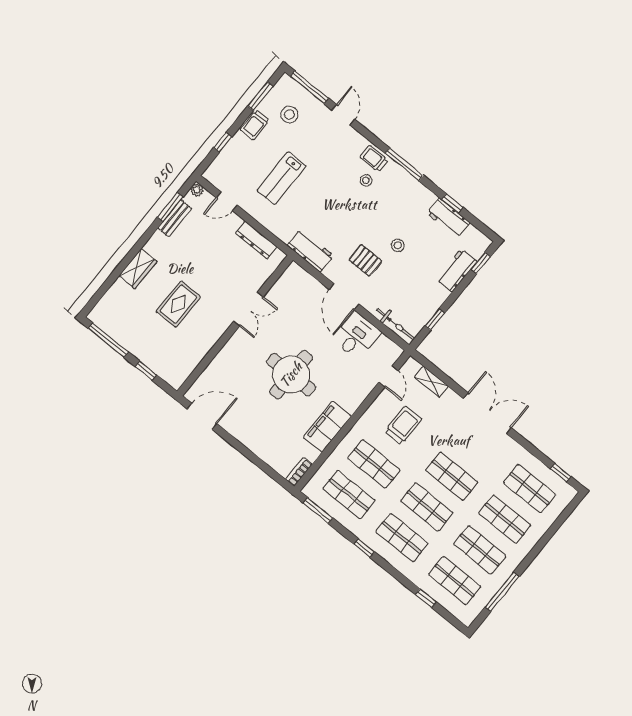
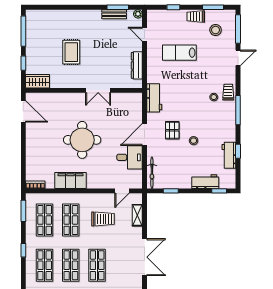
wardrobe: (138, 269) -> (38, 81), moved, turned 180
rug: (178, 304) -> (71, 52), turned 90

